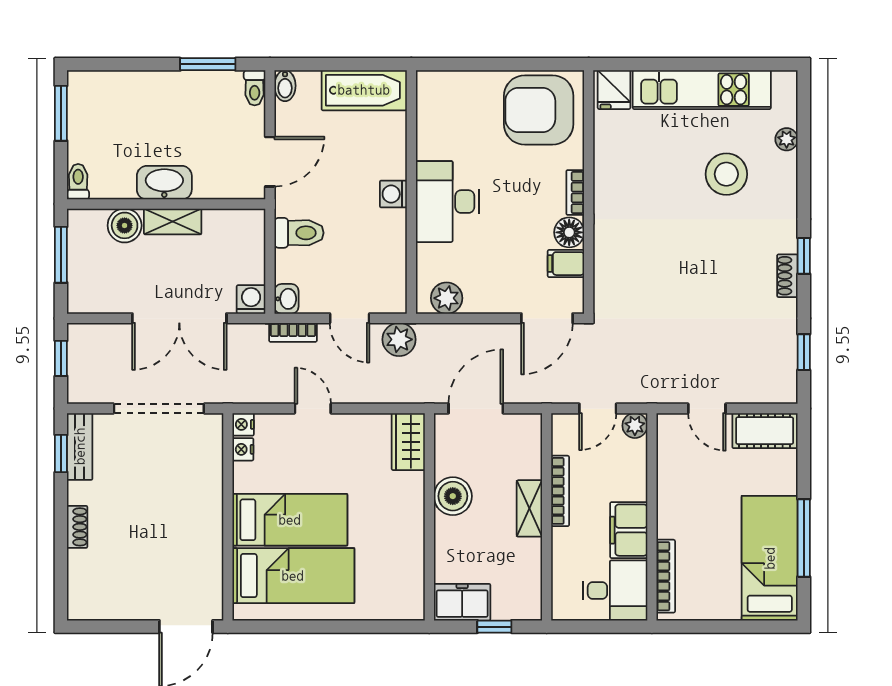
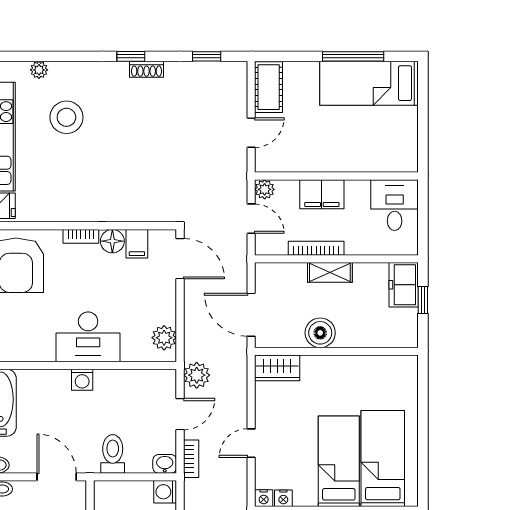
filing cabinet: (629, 530) -> (322, 194), moved
bookcase: (666, 576) -> (383, 165), removed
freezer: (462, 602) -> (404, 285), moved

